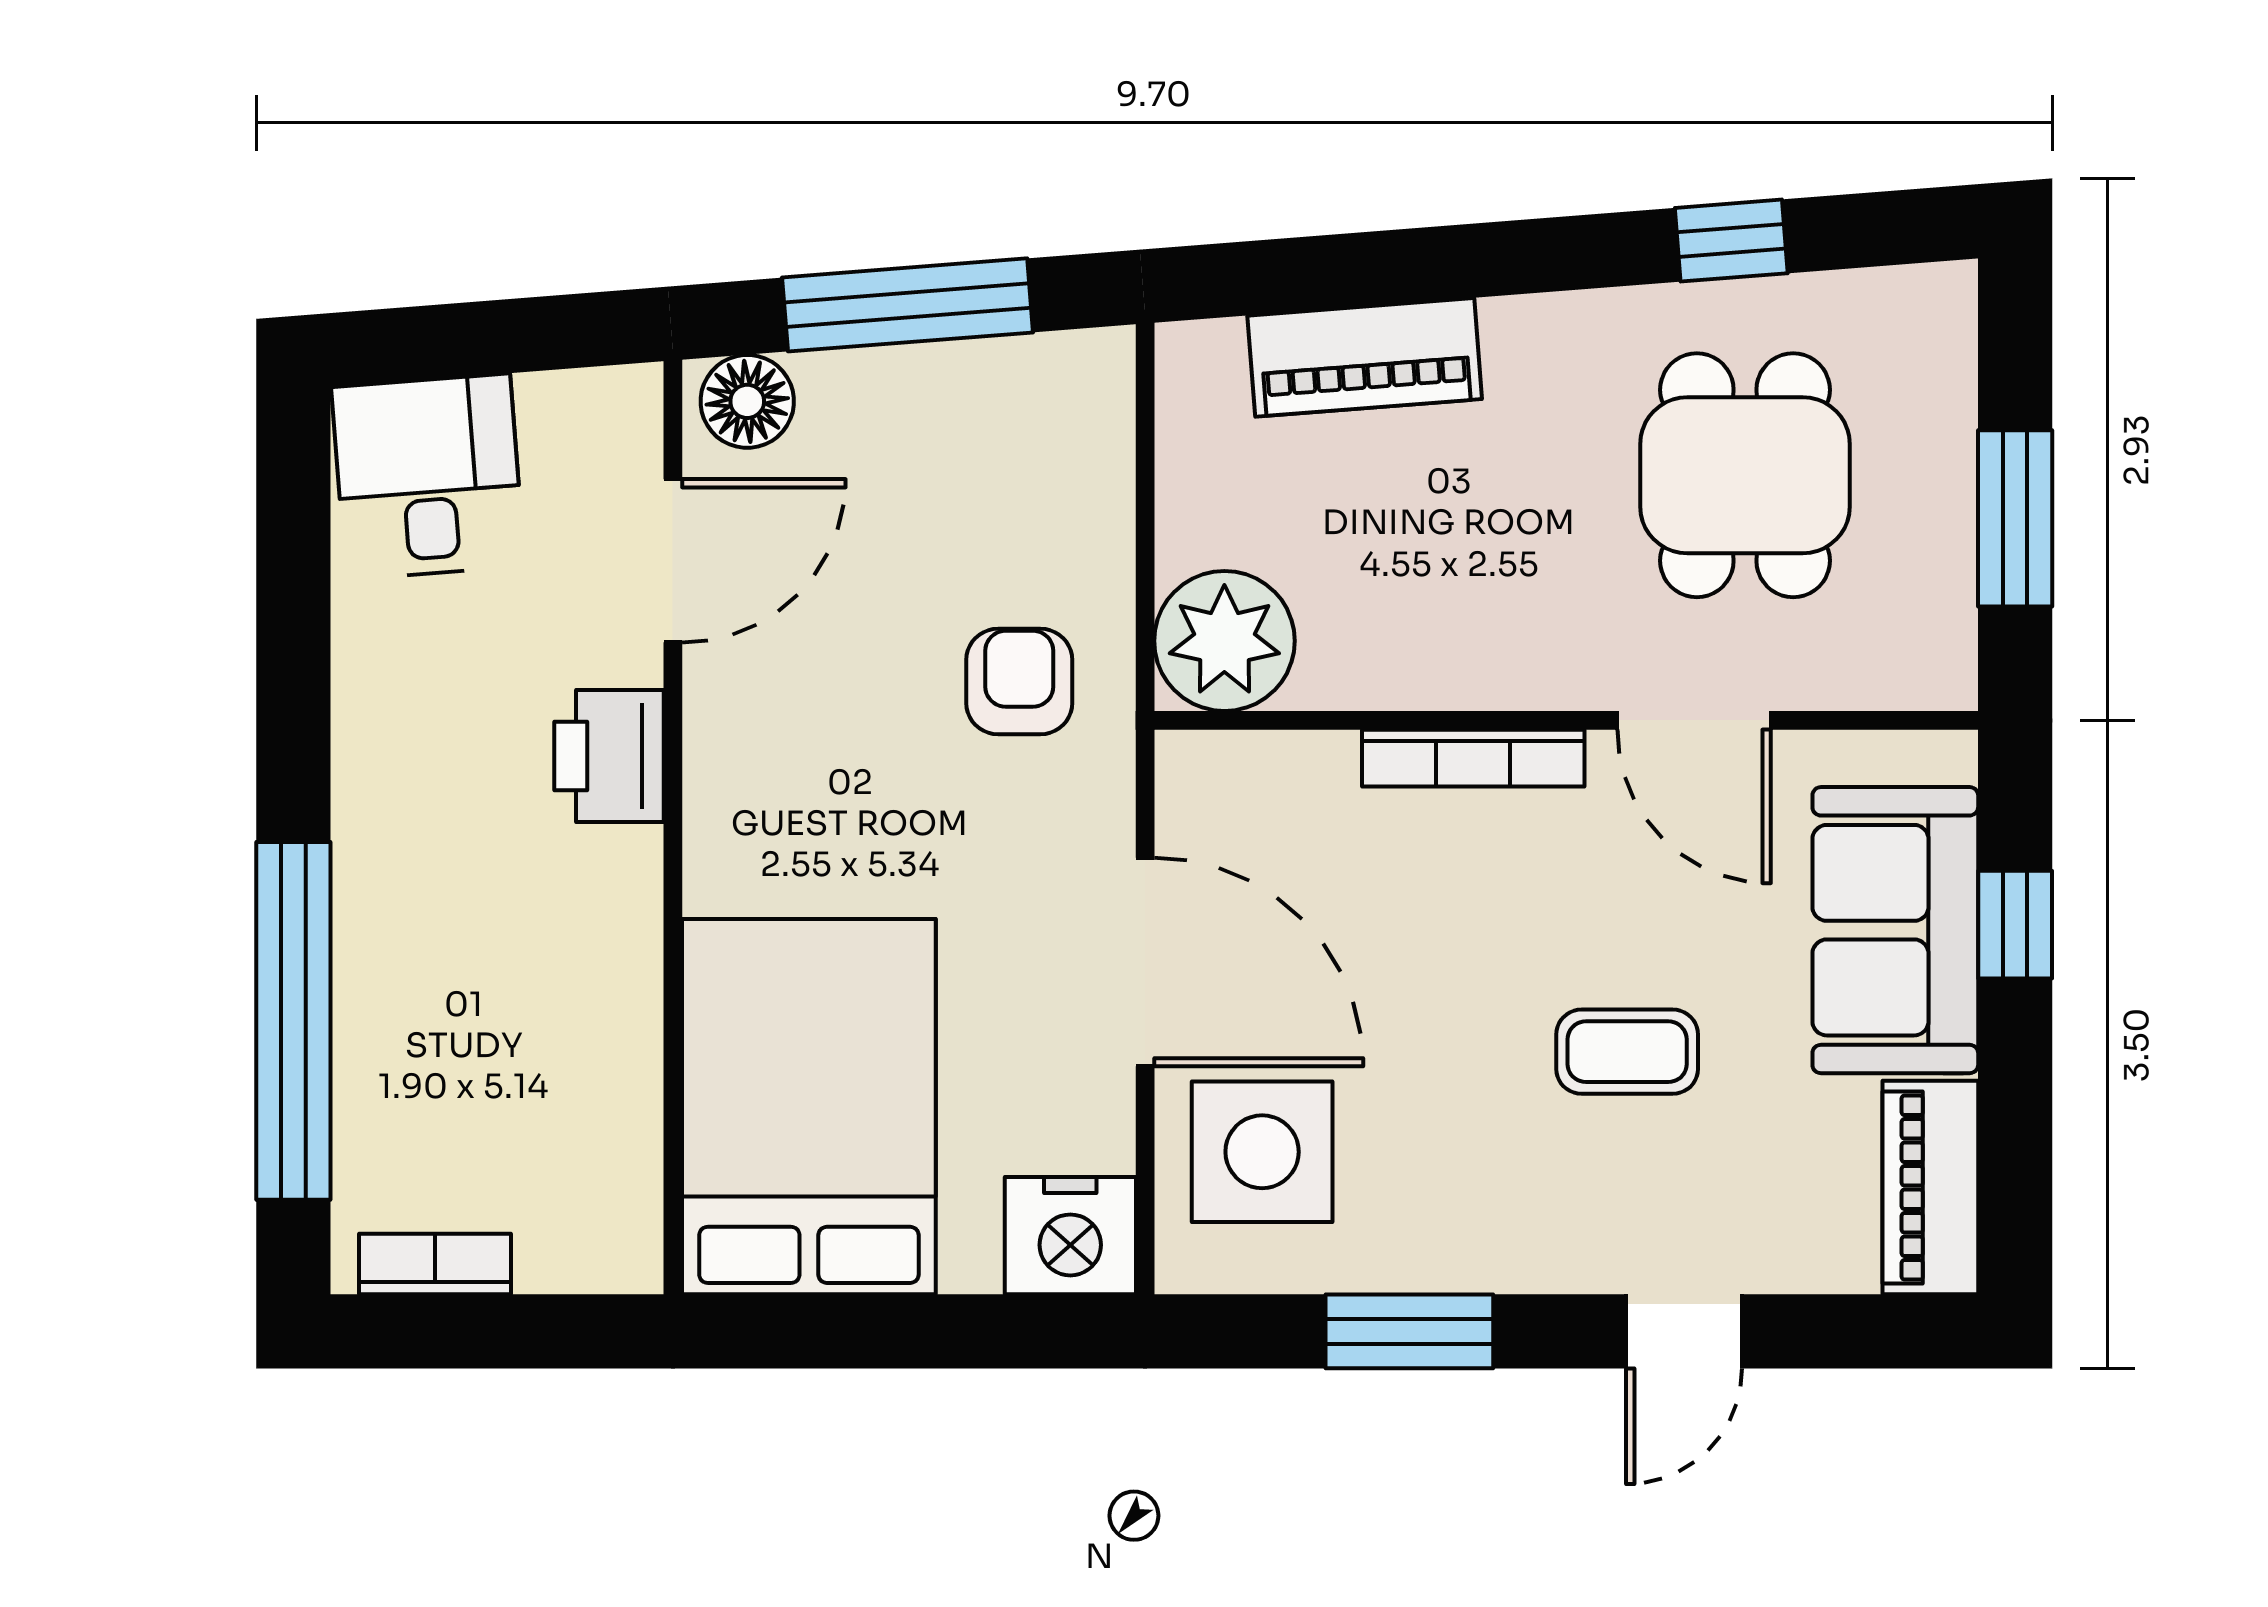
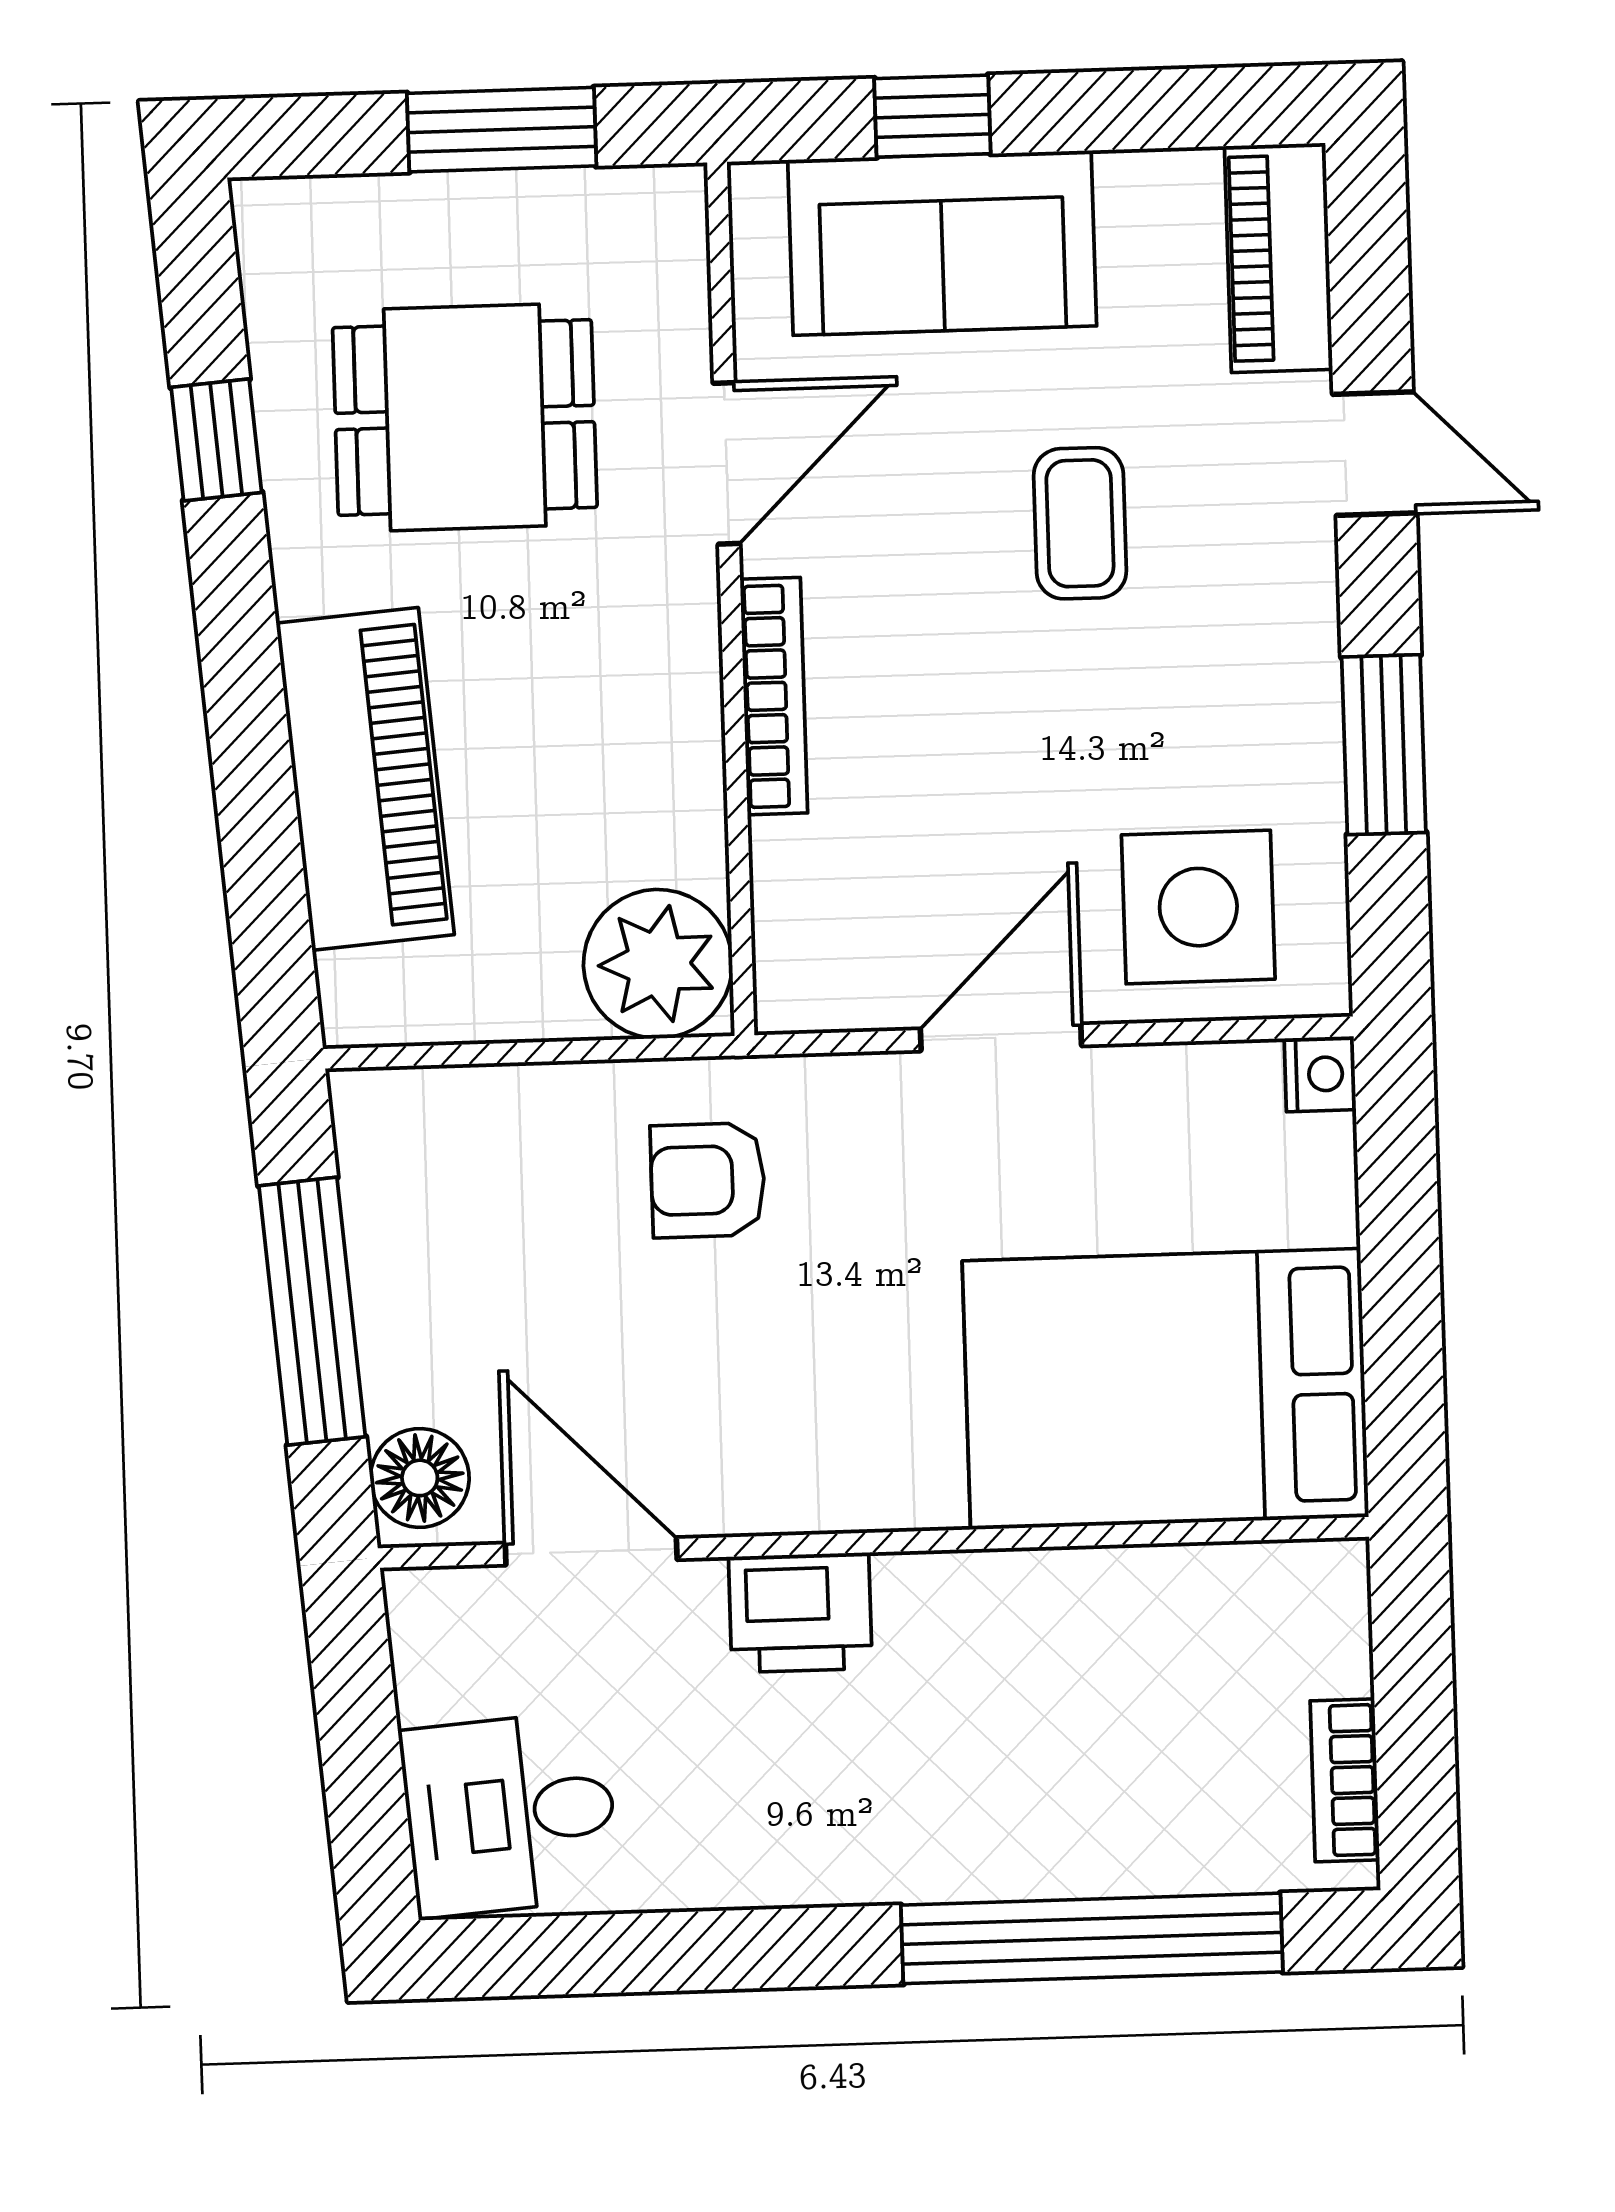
piano: (1365, 357) -> (365, 779), width x1.37, depth x1.33
door: (1145, 962) -> (1001, 1037), width x0.73
piano: (1930, 1188) -> (1278, 258), moved, turned 90
nightstand: (1070, 1236) -> (1320, 1074), width x0.53, depth x0.56

